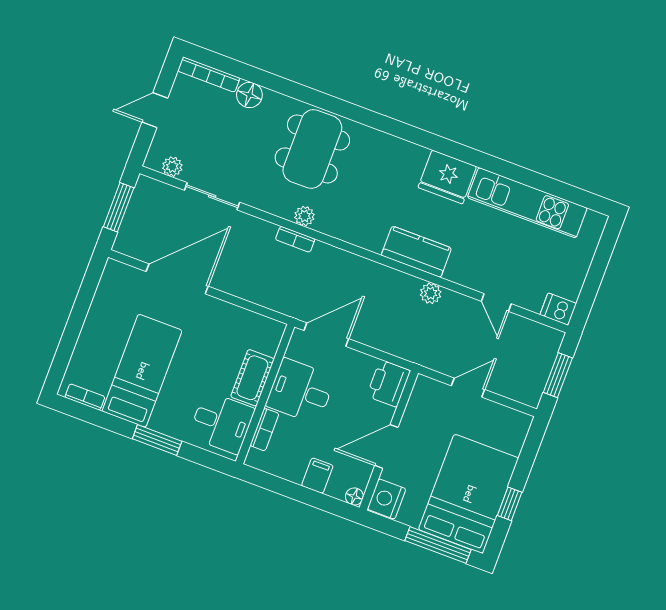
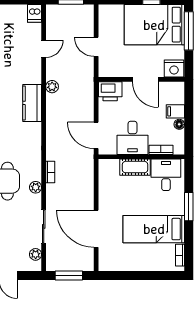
plant: (304, 216) -> (36, 187), moved
floor lamp: (354, 497) -> (179, 124), moved

